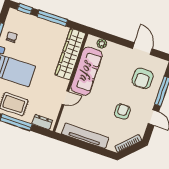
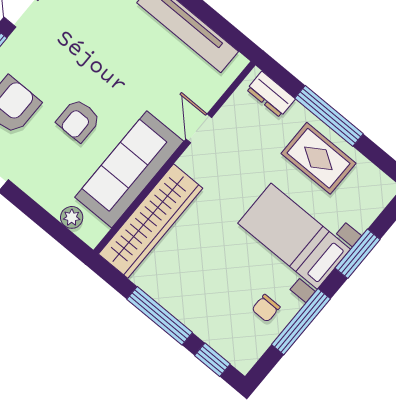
door: (65, 98) -> (199, 128), hinge flipped
armchair: (122, 112) -> (78, 120), moved

